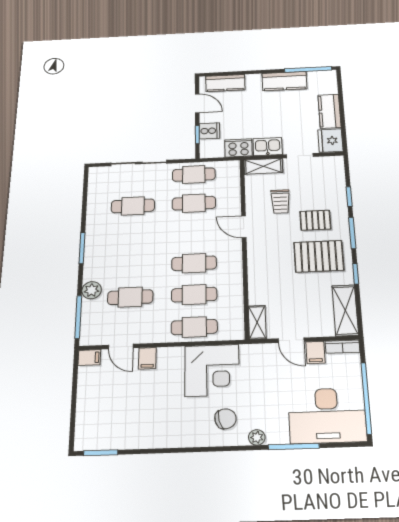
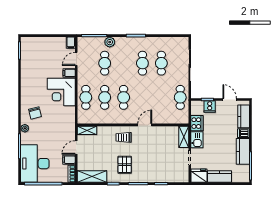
dishwasher: (254, 82) -> (244, 133), added
door: (197, 103) -> (230, 100), swing flipped
trolley: (280, 201) -> (124, 137), moved
cafe table: (194, 203) -> (142, 63), moved
pallet: (315, 220) -> (147, 164), removed
pallet: (319, 256) -> (125, 165), width x0.67, depth x0.71
corner desk: (212, 370) -> (61, 92), moved

